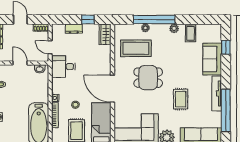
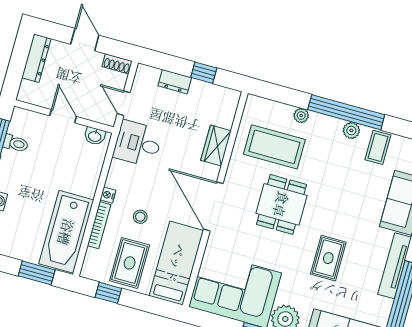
window: (154, 20) -> (346, 112), moved
wardrobe: (105, 35) -> (216, 146), moved
dining table: (148, 78) -> (281, 204), turned 90

